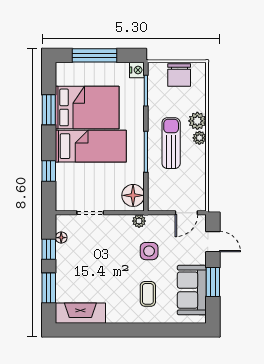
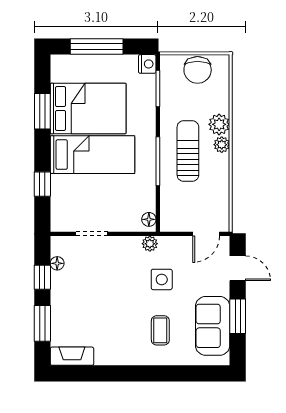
floor lamp: (133, 195) -> (149, 219), width x0.53, depth x0.53
fireplace: (80, 313) -> (72, 356), width x0.73, depth x0.76

